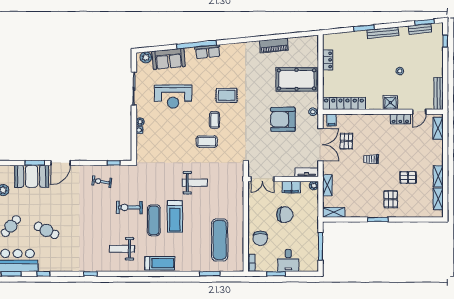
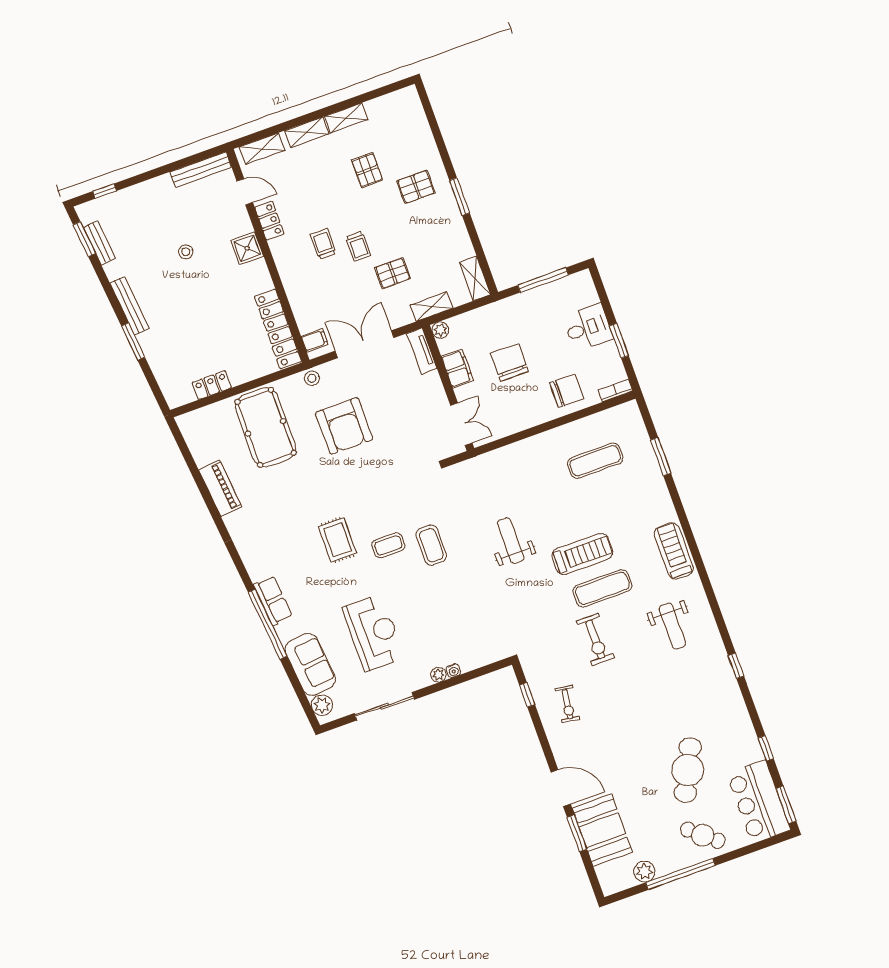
pallet: (346, 141) -> (393, 273), moved
trolley: (379, 142) -> (323, 244), added
shelving: (438, 199) -> (307, 132), moved
cafe table: (46, 230) -> (688, 770), width x1.37, depth x1.35
exercise mat: (220, 240) -> (595, 461), width x0.73, depth x0.69

